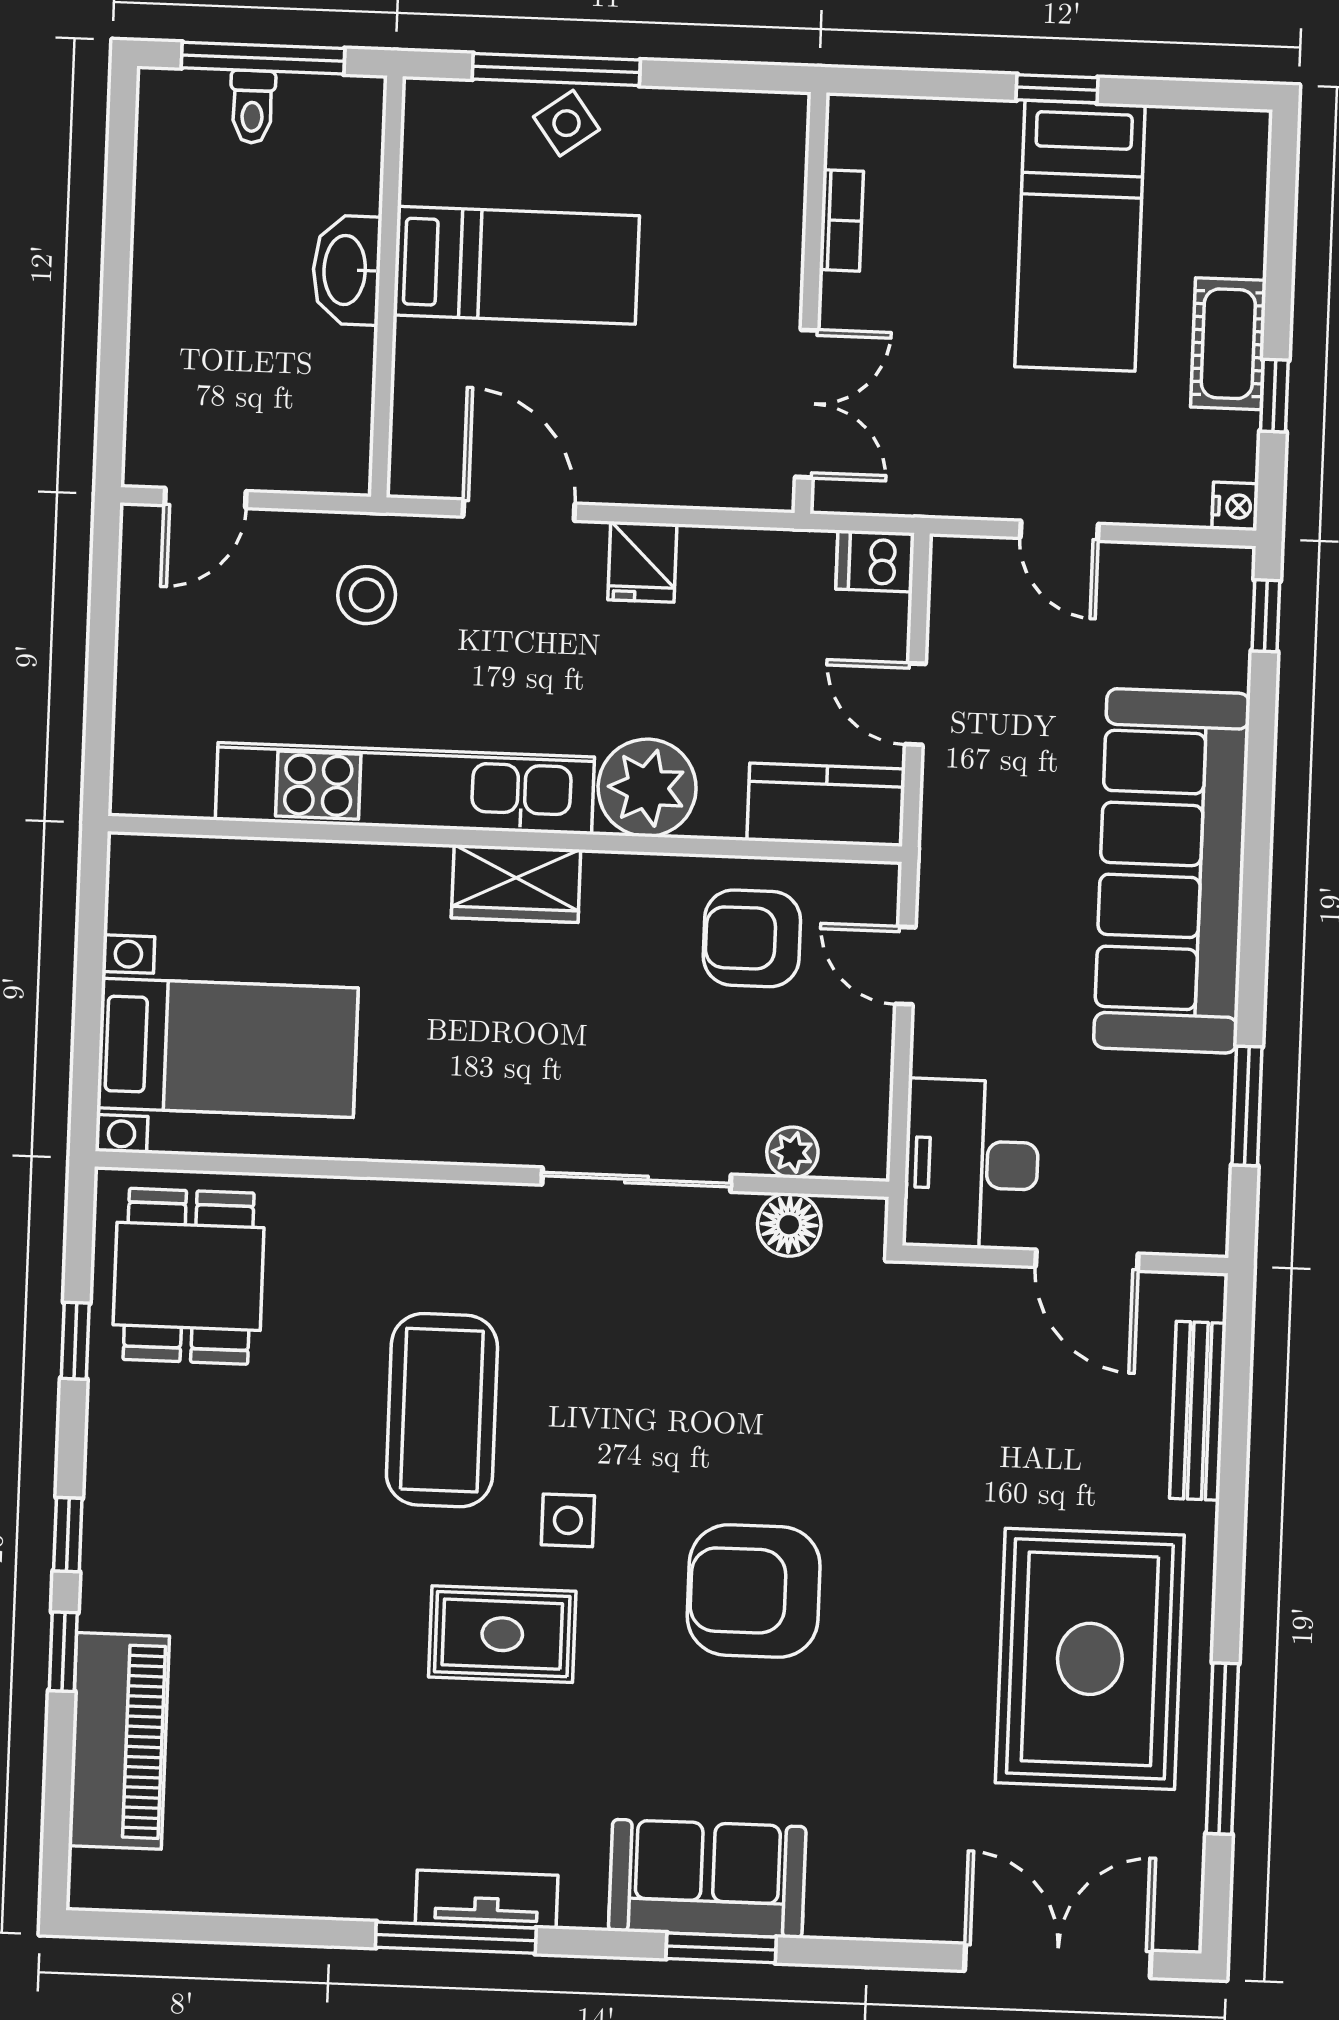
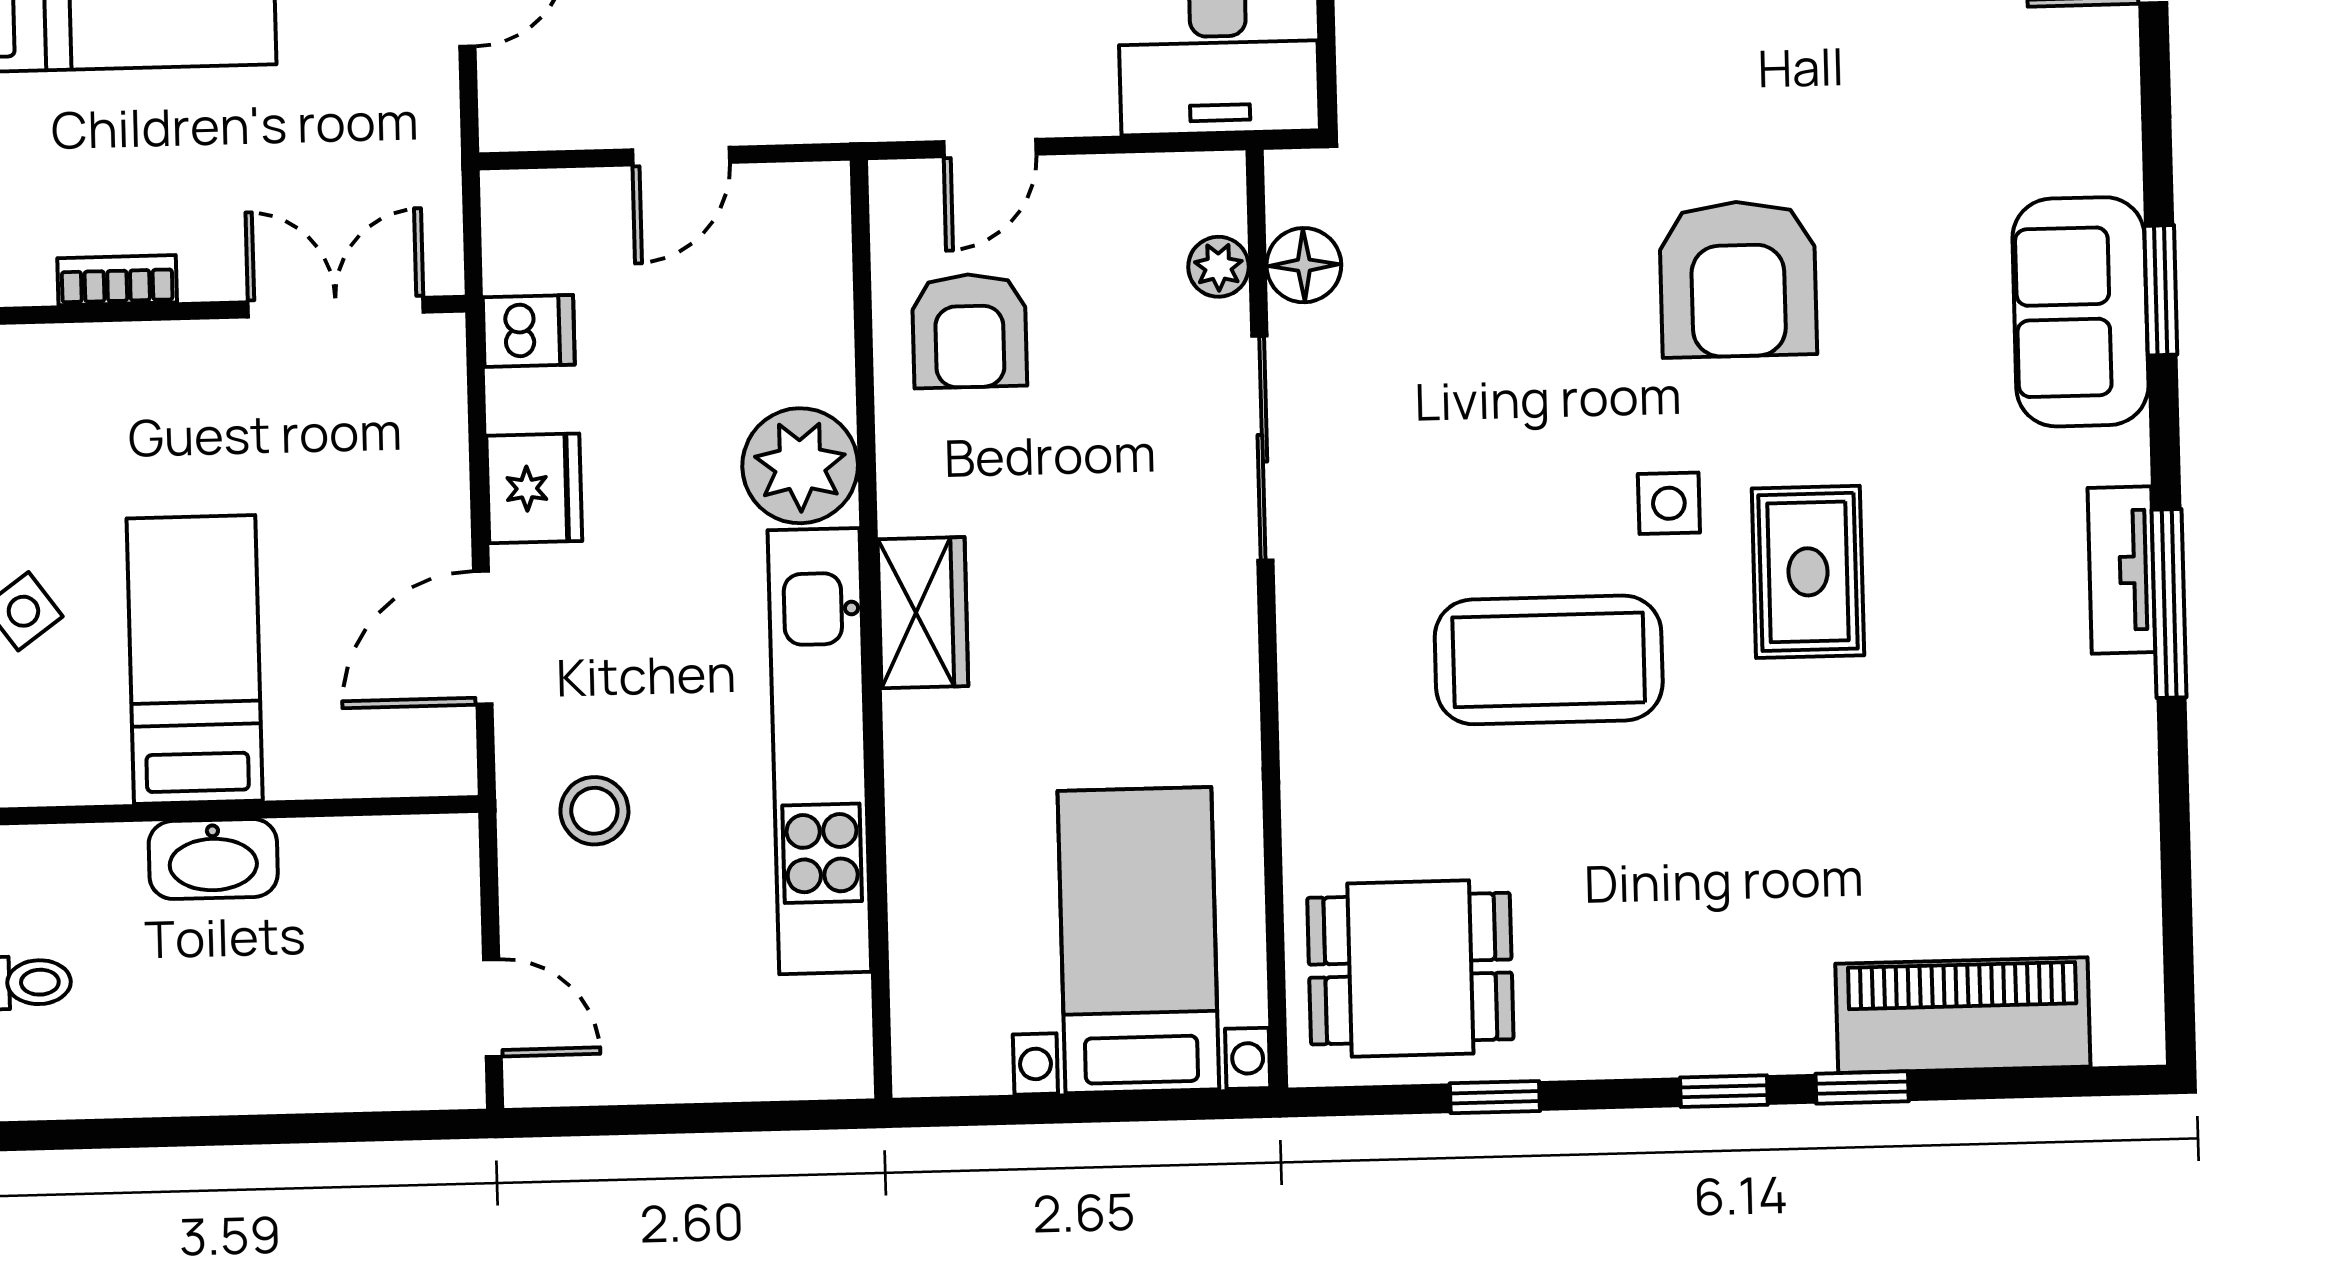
dishwasher: (875, 561) -> (529, 331), moved, turned -90
fridge: (642, 562) -> (534, 488), width x1.38
kitchen counter: (826, 805) -> (806, 254), removed

